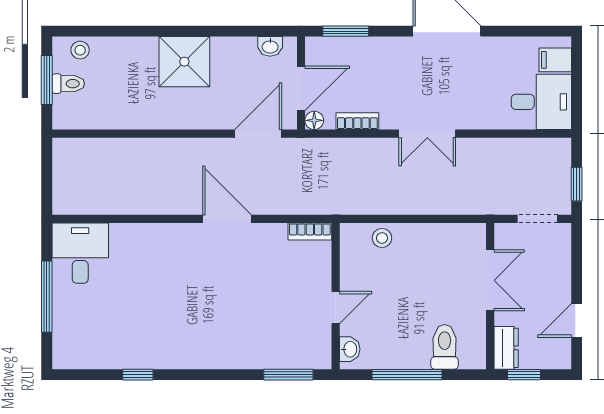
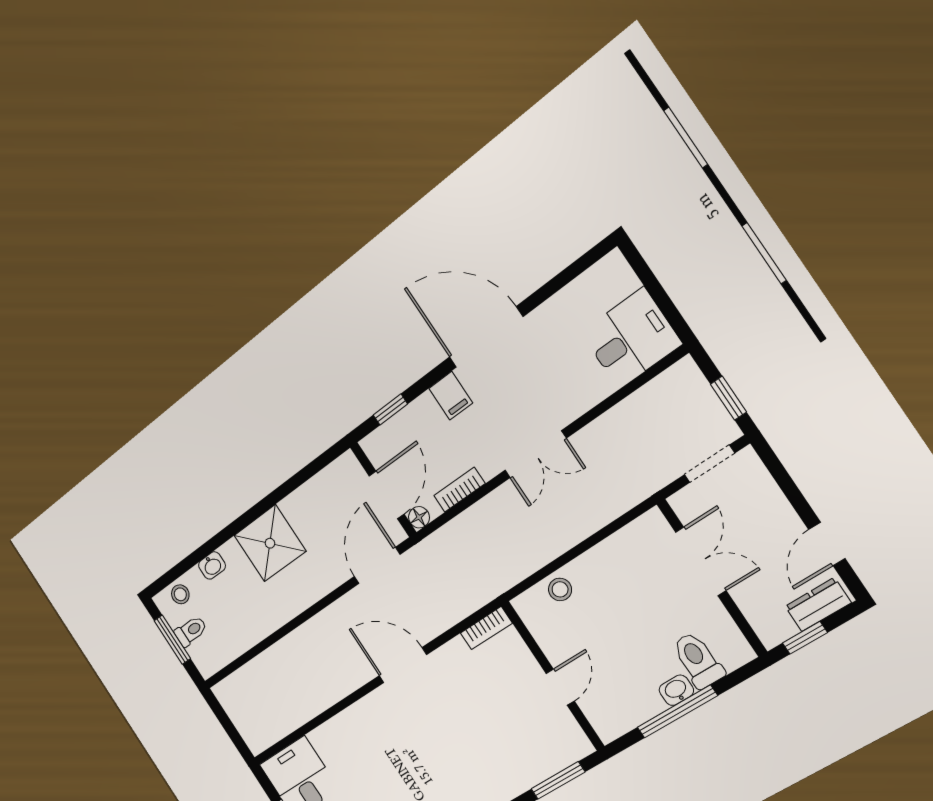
window: (346, 31) -> (390, 410), width x0.67
washbasin: (270, 46) -> (212, 566), moved
filing cabinet: (555, 60) -> (451, 396), moved, turned -90
dresser: (506, 348) -> (818, 604), moved, turned -90
washbasin: (350, 349) -> (676, 690), moved, turned -90

